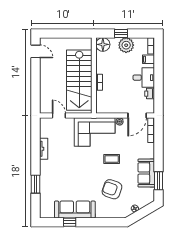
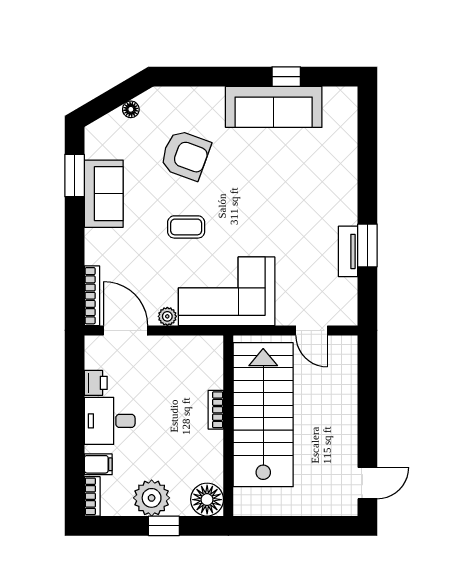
door: (35, 51) -> (367, 483), swing flipped
door: (137, 116) -> (126, 330), hinge flipped
window: (35, 184) -> (367, 245), moved

